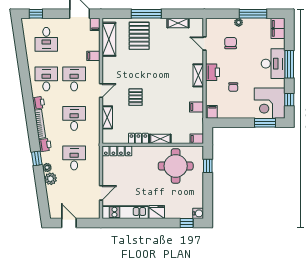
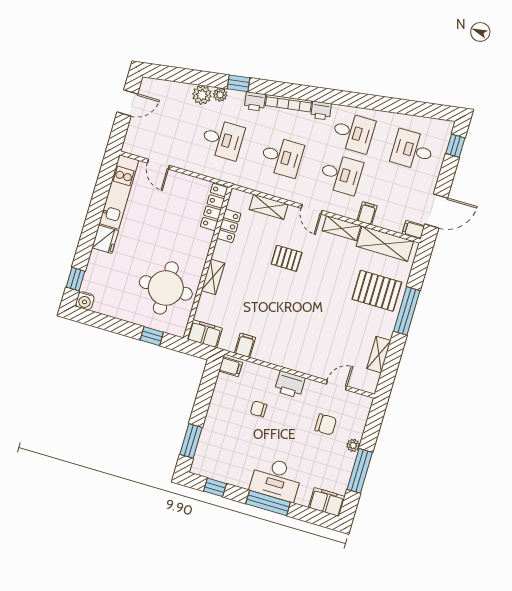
shelving: (198, 75) -> (341, 228), moved
corner desk: (270, 103) -> (218, 456), removed
locker: (138, 138) -> (229, 226), moved
filing cabinet: (197, 139) -> (205, 334), width x2.00

